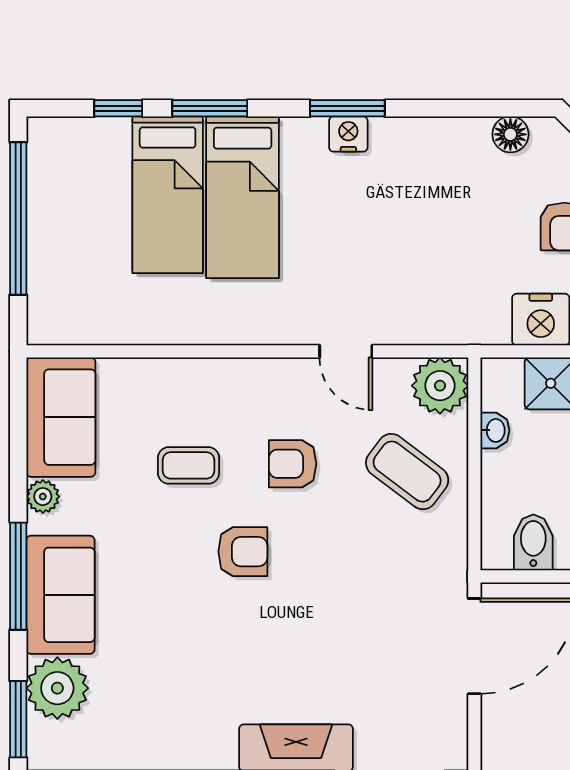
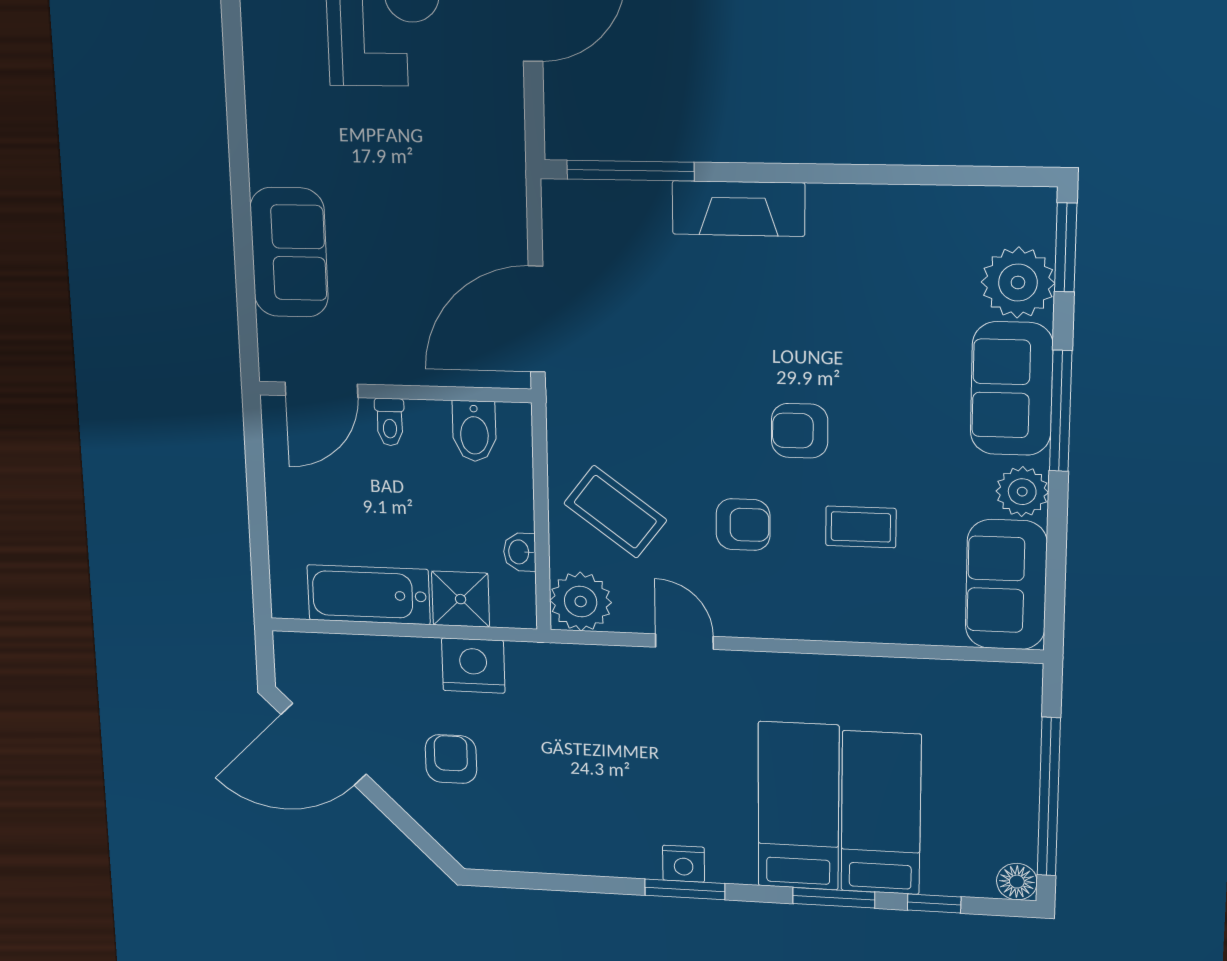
floor lamp: (510, 134) -> (1017, 882), moved
plant: (43, 497) -> (1022, 492), width x1.38, depth x1.38

